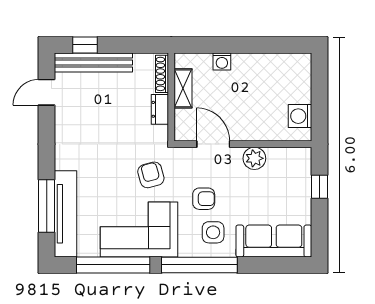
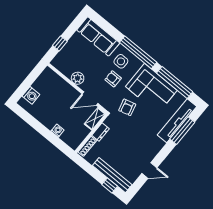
shelving: (183, 88) -> (95, 119), moved
door: (47, 92) -> (149, 170), moved
washing machine: (300, 116) -> (31, 95), moved
door: (213, 144) -> (90, 99), hinge flipped

